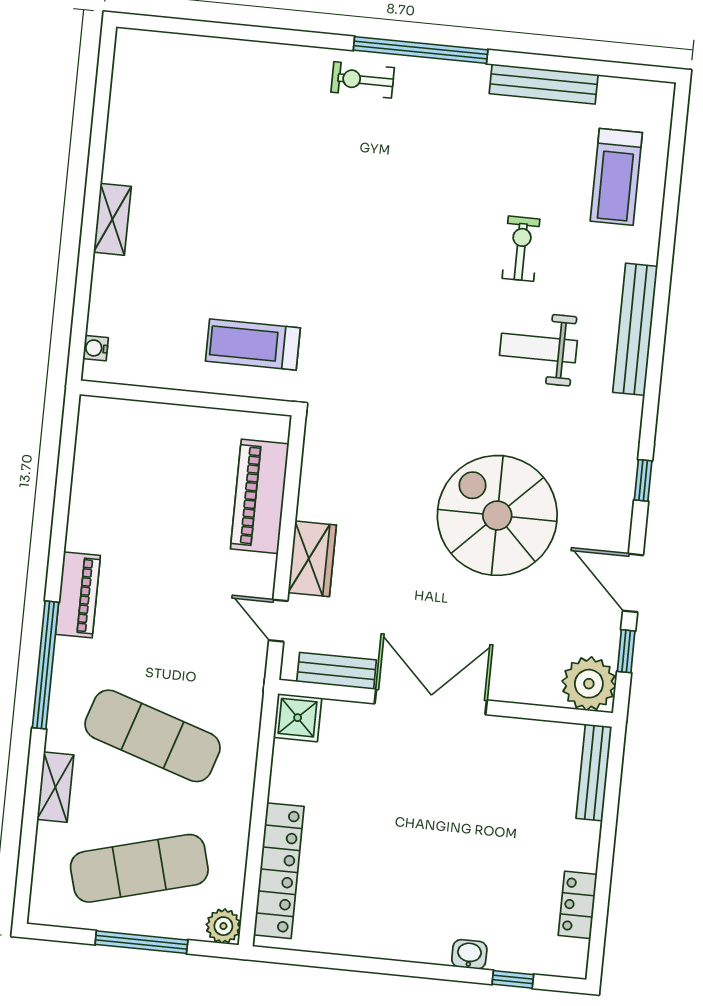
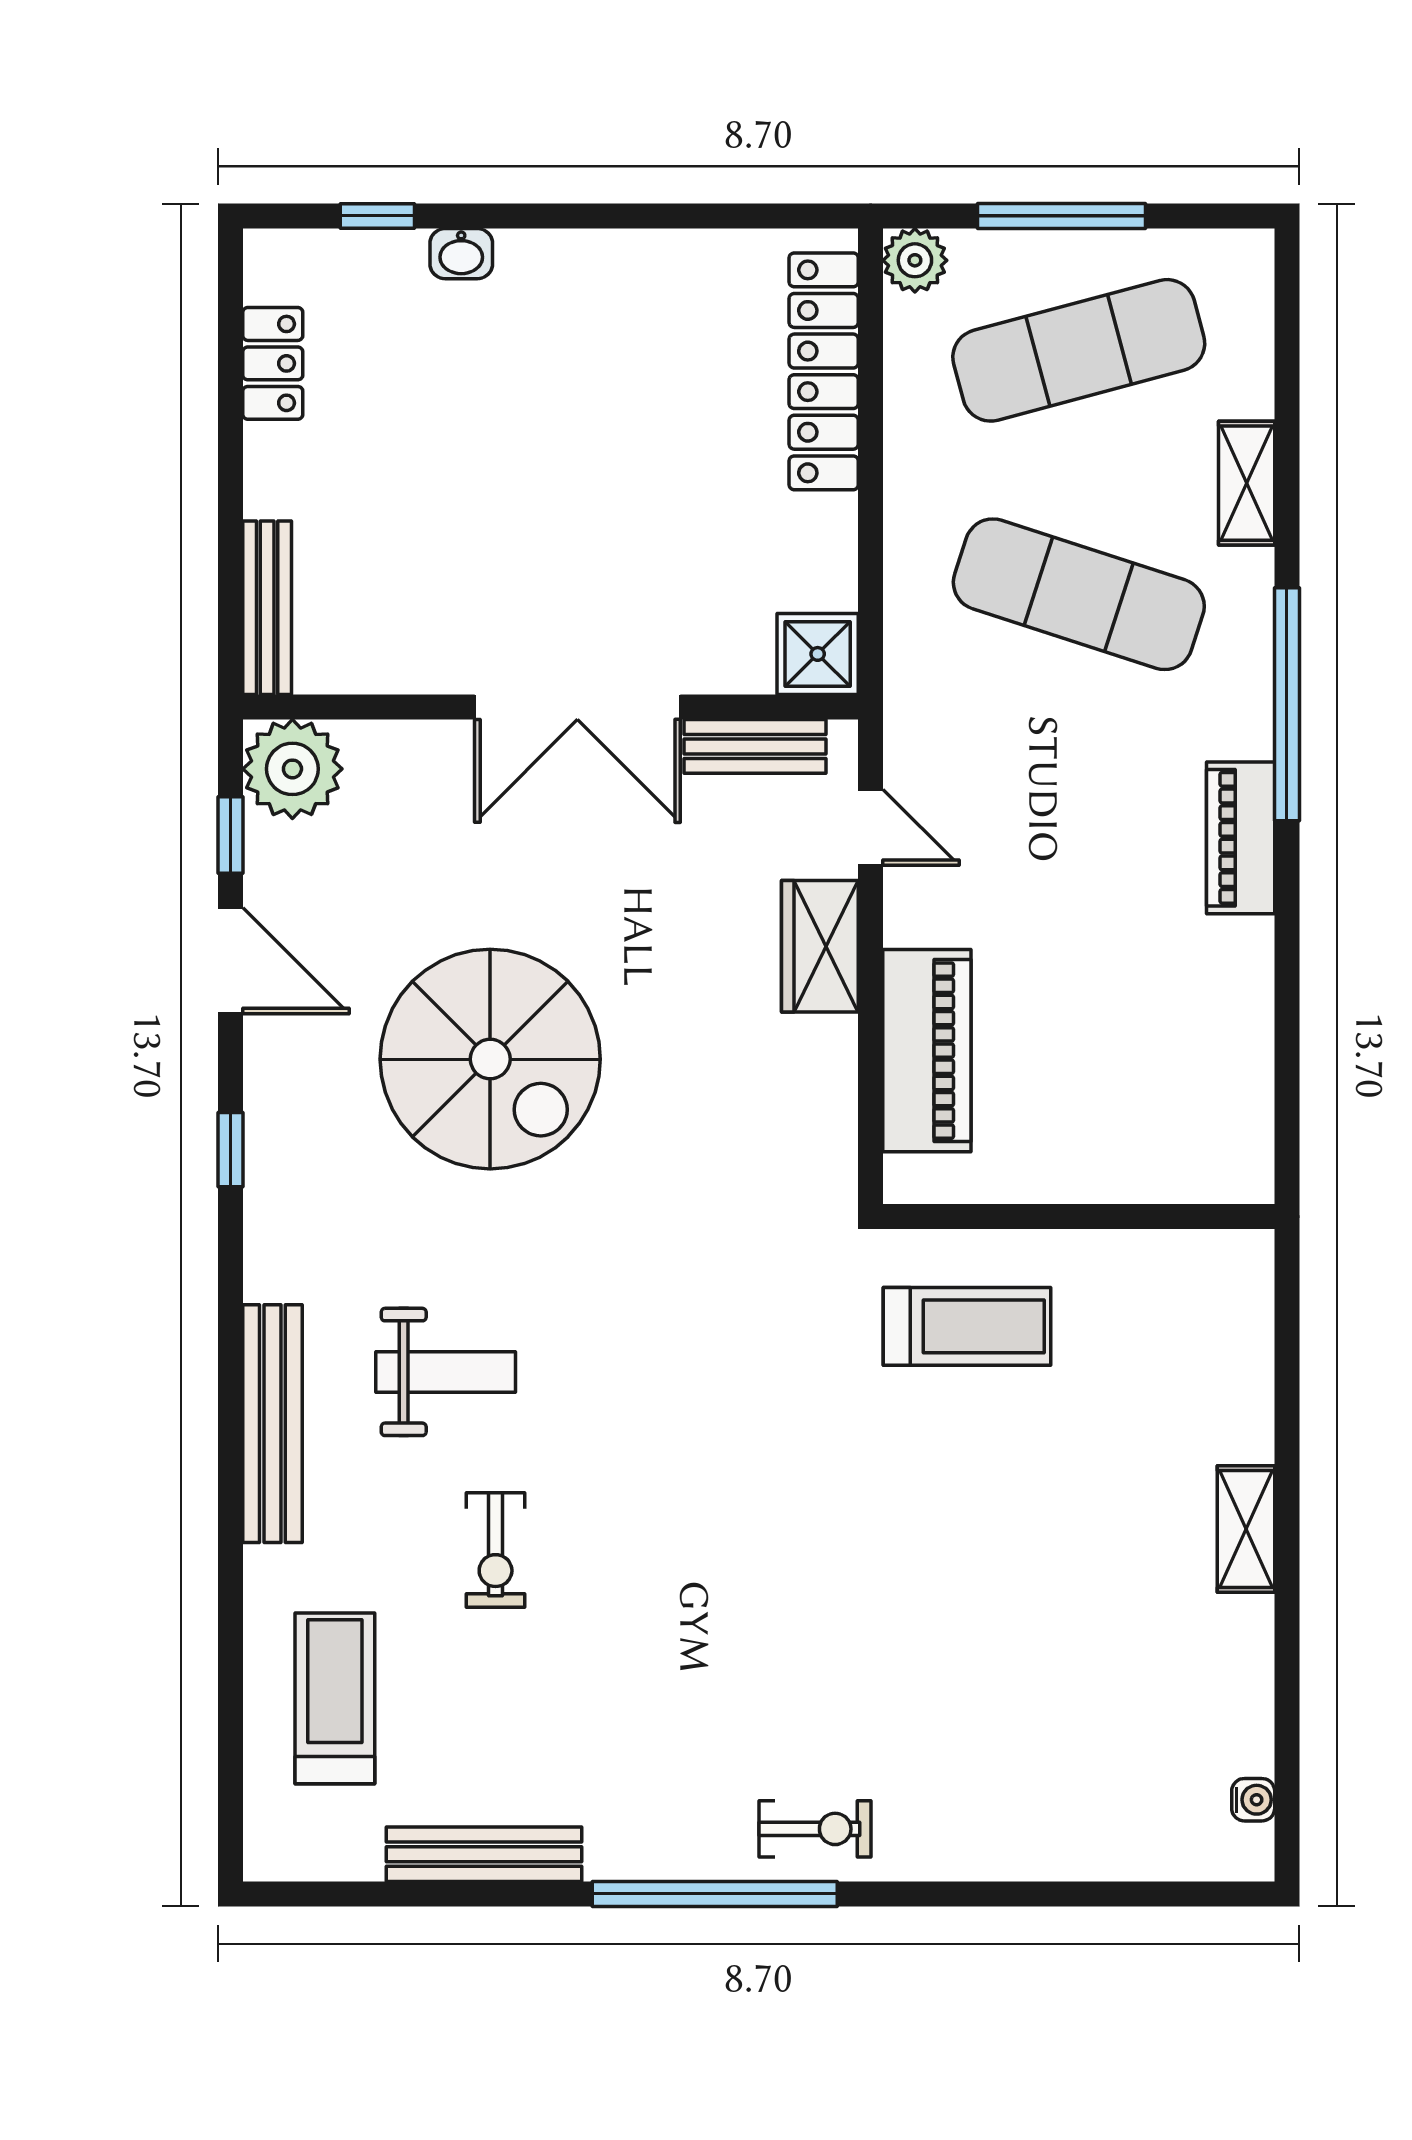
water cooler: (96, 348) -> (1253, 1800), moved

